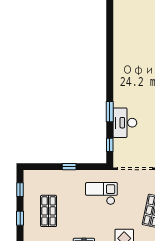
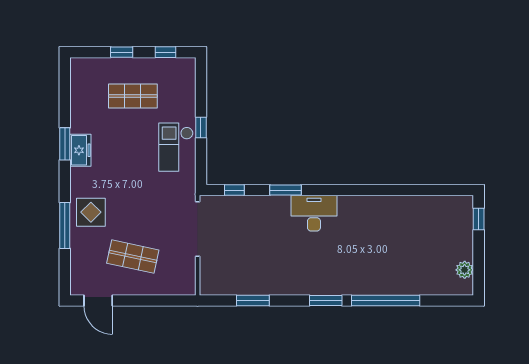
desk: (125, 123) -> (314, 213), moved
checkout: (101, 194) -> (176, 147), moved, turned 180

